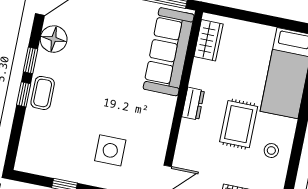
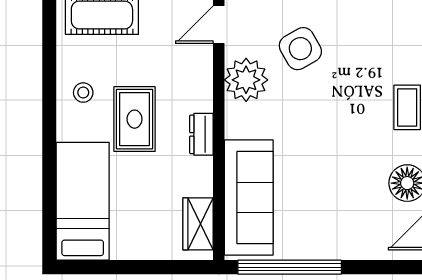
plant: (153, 136) -> (246, 80), added
side table: (110, 150) -> (300, 49), turned -30

